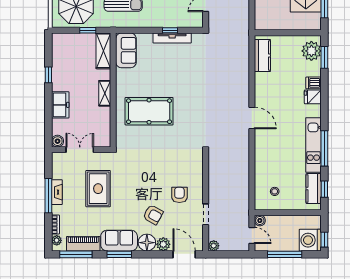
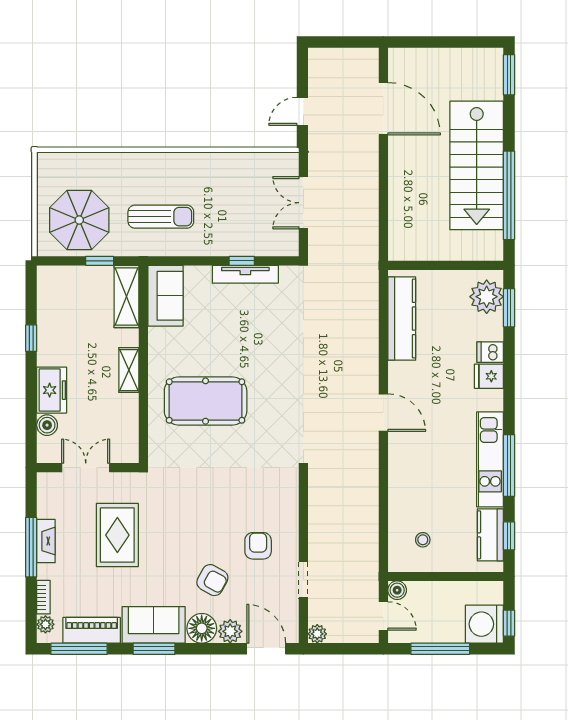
kitchen counter: (262, 55) -> (402, 319), width x1.50
boiler: (57, 141) -> (47, 425), moved

